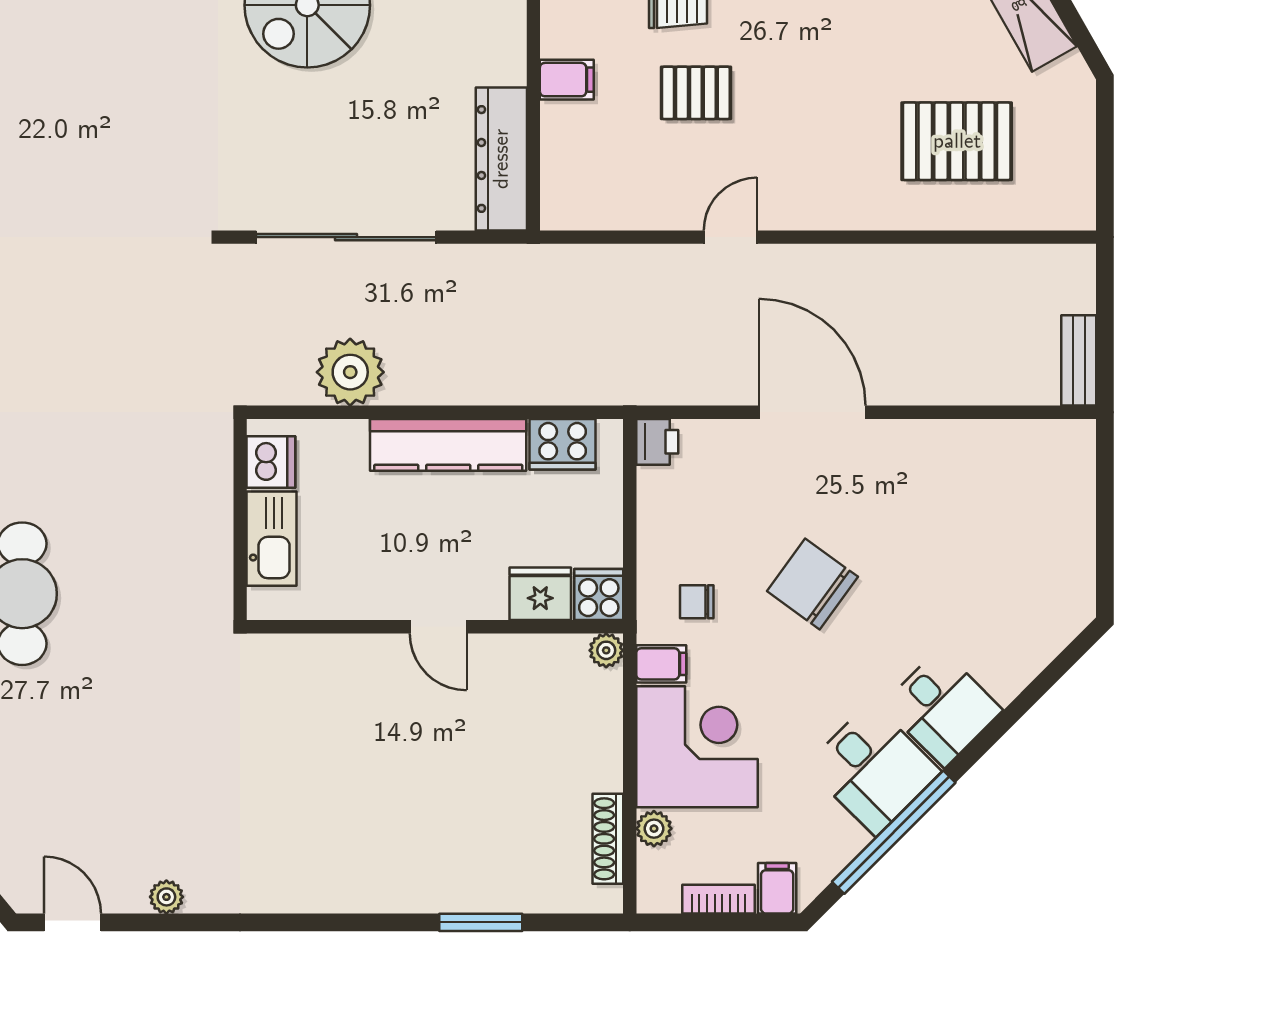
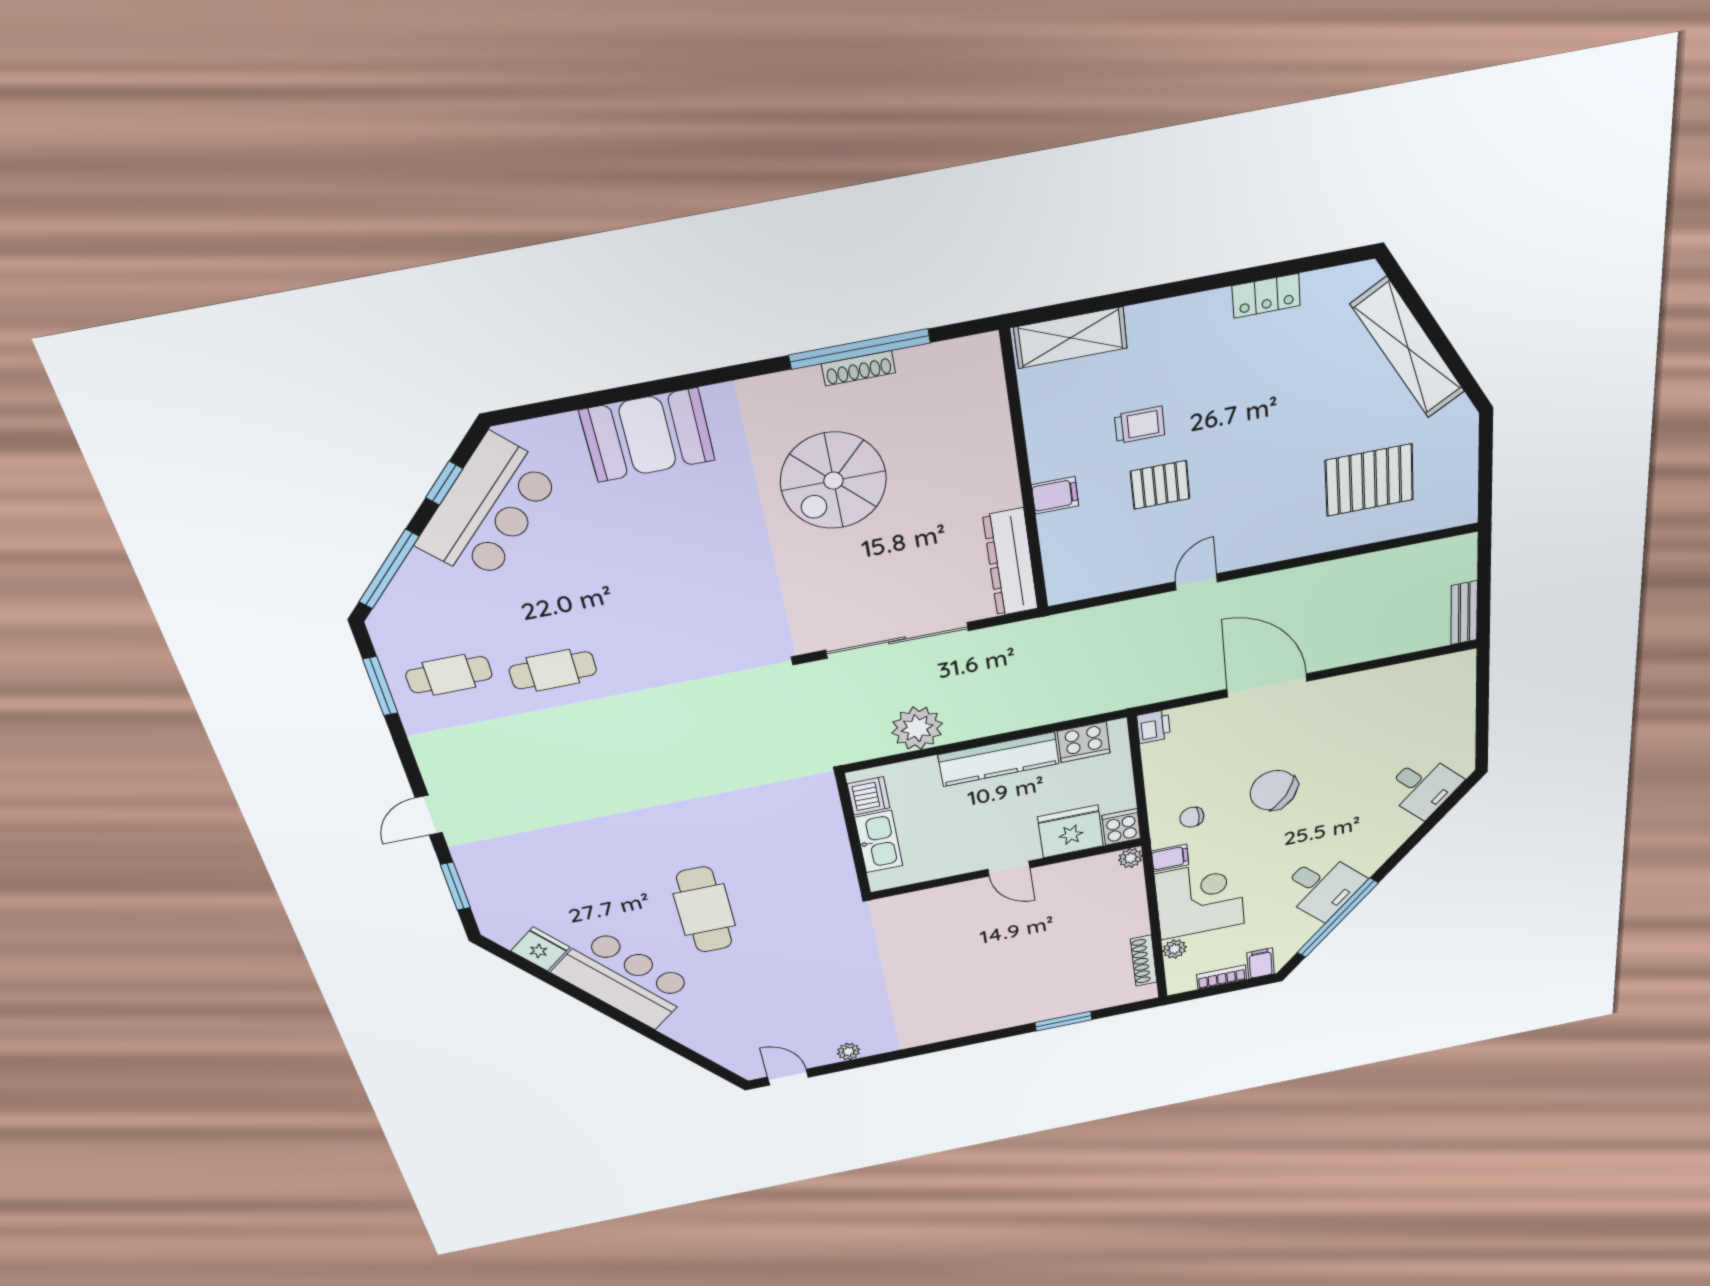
fridge: (540, 594) -> (1071, 831), width x1.36, depth x1.34
desk: (942, 708) -> (1423, 787), moved

